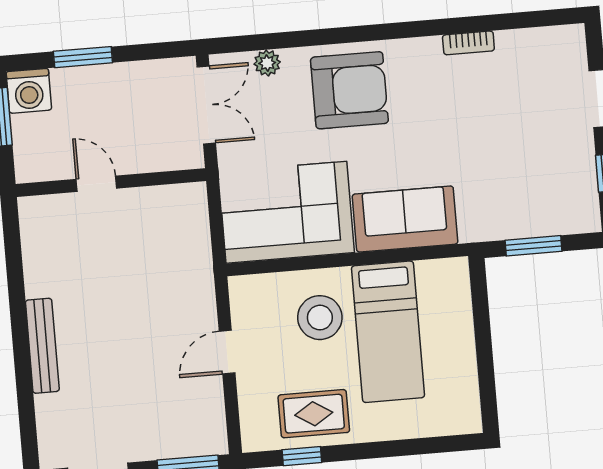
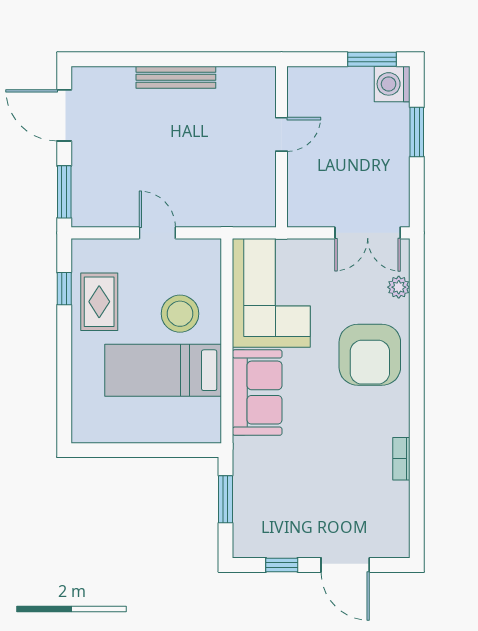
wall: (111, 183) -> (282, 147), moved
door: (96, 184) -> (282, 134), moved

